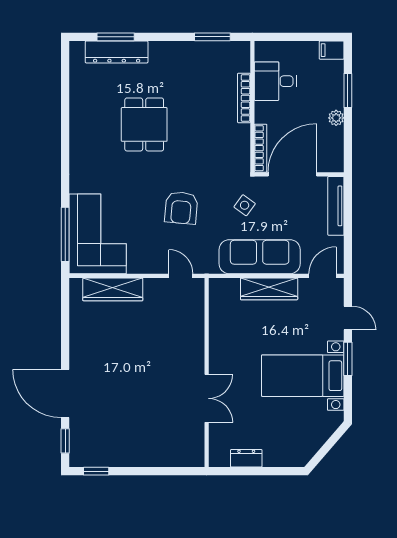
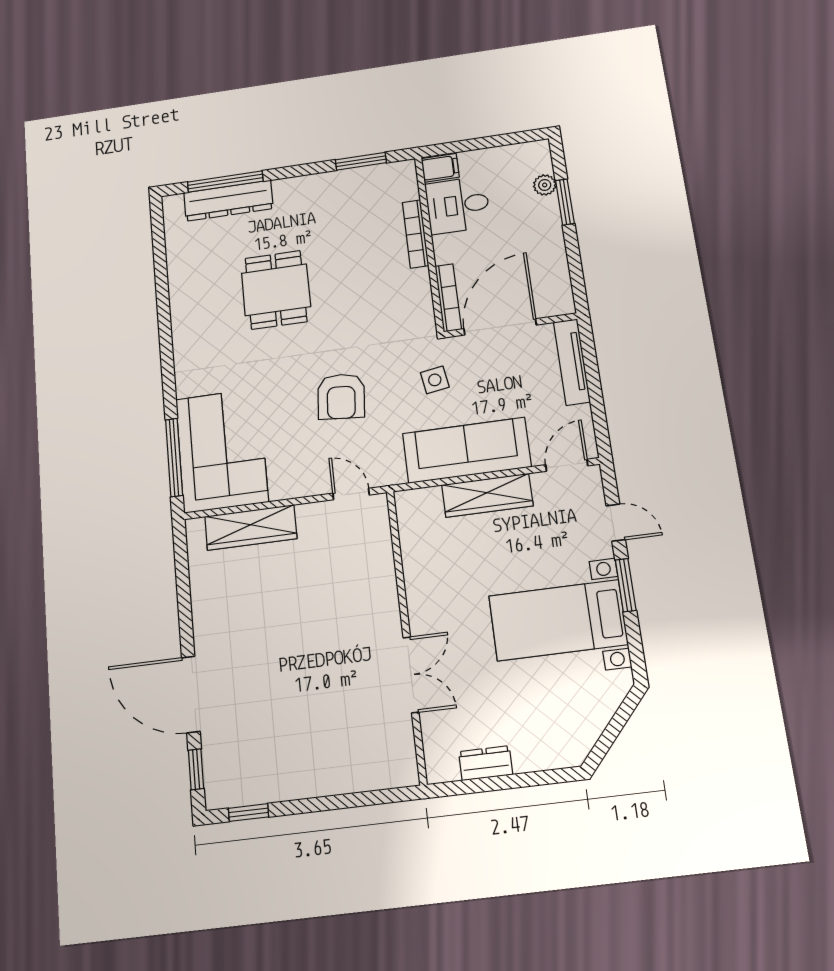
window: (116, 37) -> (225, 182), width x1.44
filing cabinet: (332, 50) -> (440, 168), moved, turned 180
plant: (336, 118) -> (545, 185), moved
side table: (245, 205) -> (435, 380), turned 45

